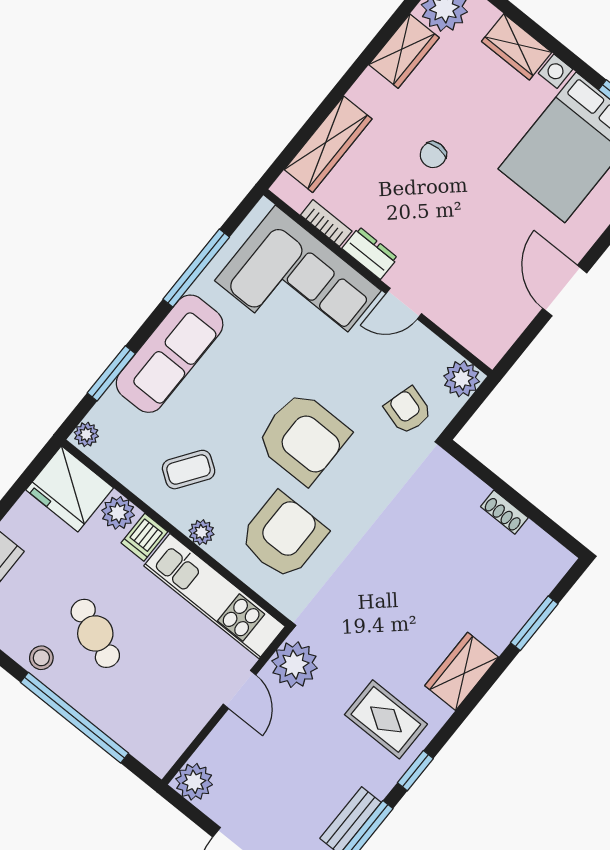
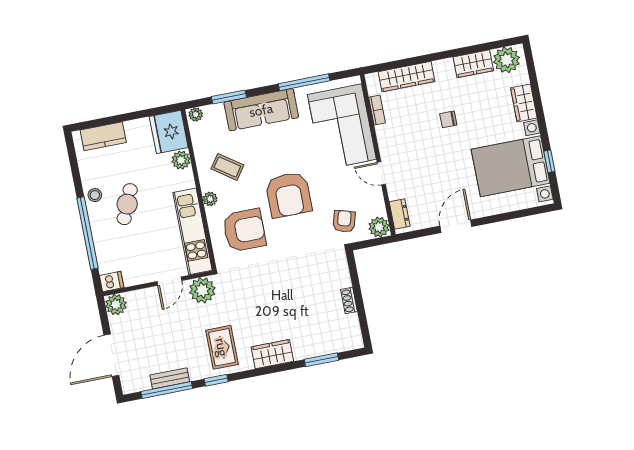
dresser: (370, 253) -> (400, 214), moved
dishwasher: (144, 537) -> (112, 282), moved, turned 180

